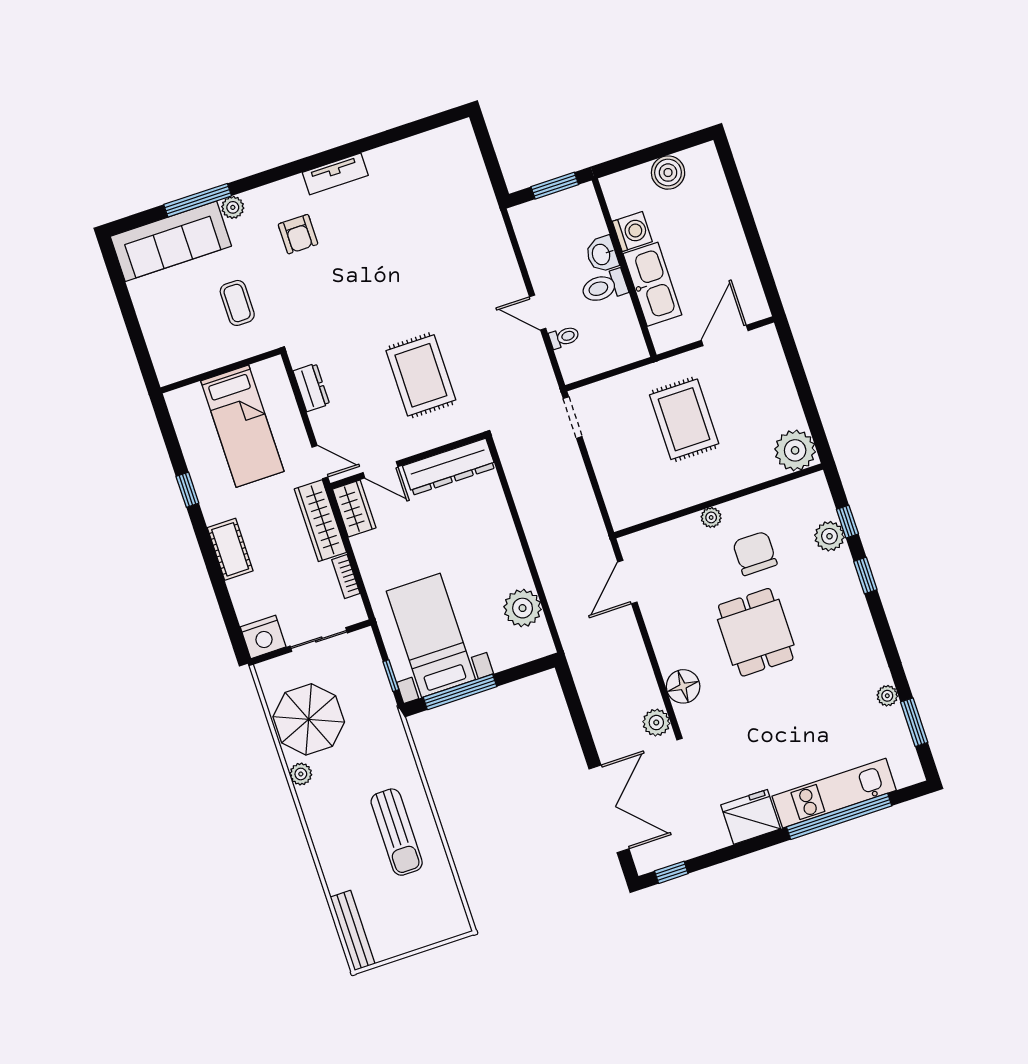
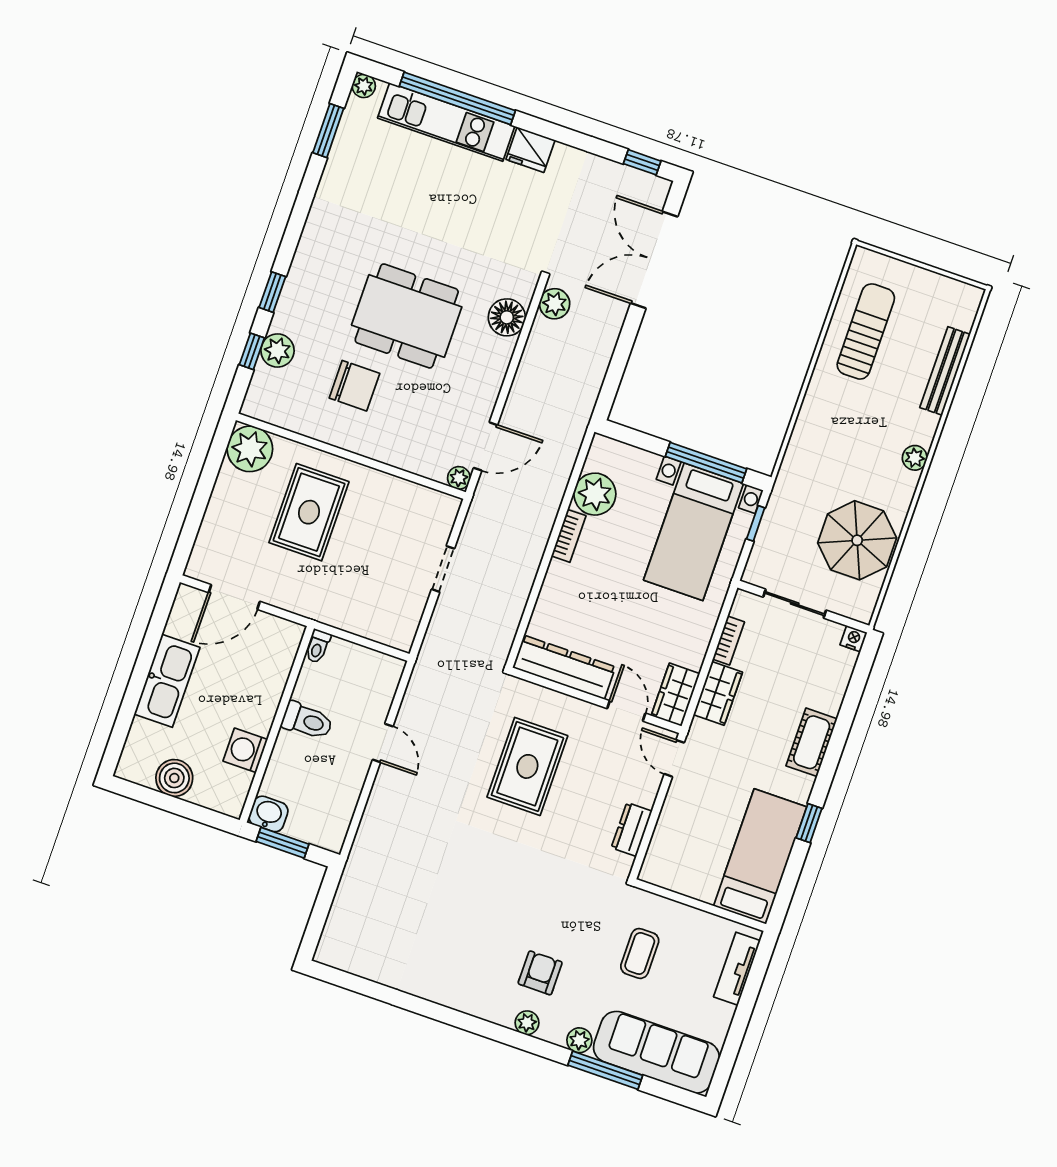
tv unit: (335, 174) -> (737, 969), moved, turned -90
plant: (280, 191) -> (527, 1023), added
washbasin: (602, 254) -> (268, 814), moved, turned -90
kitchen sink: (652, 284) -> (167, 681), moved, turned 180
toilet: (564, 337) -> (318, 646), moved, turned -90
doorway: (573, 418) -> (443, 569), moved
rug: (684, 419) -> (309, 512), moved
bed: (242, 426) -> (760, 857), moved
plant: (711, 517) -> (459, 478), moved
wardrobe: (320, 521) -> (718, 693), width x0.67
chair: (755, 553) -> (354, 386), turned -90
bookcase: (518, 564) -> (569, 536), added
dining table: (756, 632) -> (407, 316), width x1.38
nightstand: (263, 637) -> (854, 639), width x0.53, depth x0.56
plant: (887, 696) -> (364, 86), moved
plant: (301, 774) -> (915, 458), moved
fridge: (751, 817) -> (530, 150), width x0.73, depth x0.75
sun lounger: (397, 832) -> (866, 331), moved
bench: (353, 930) -> (945, 371), moved

